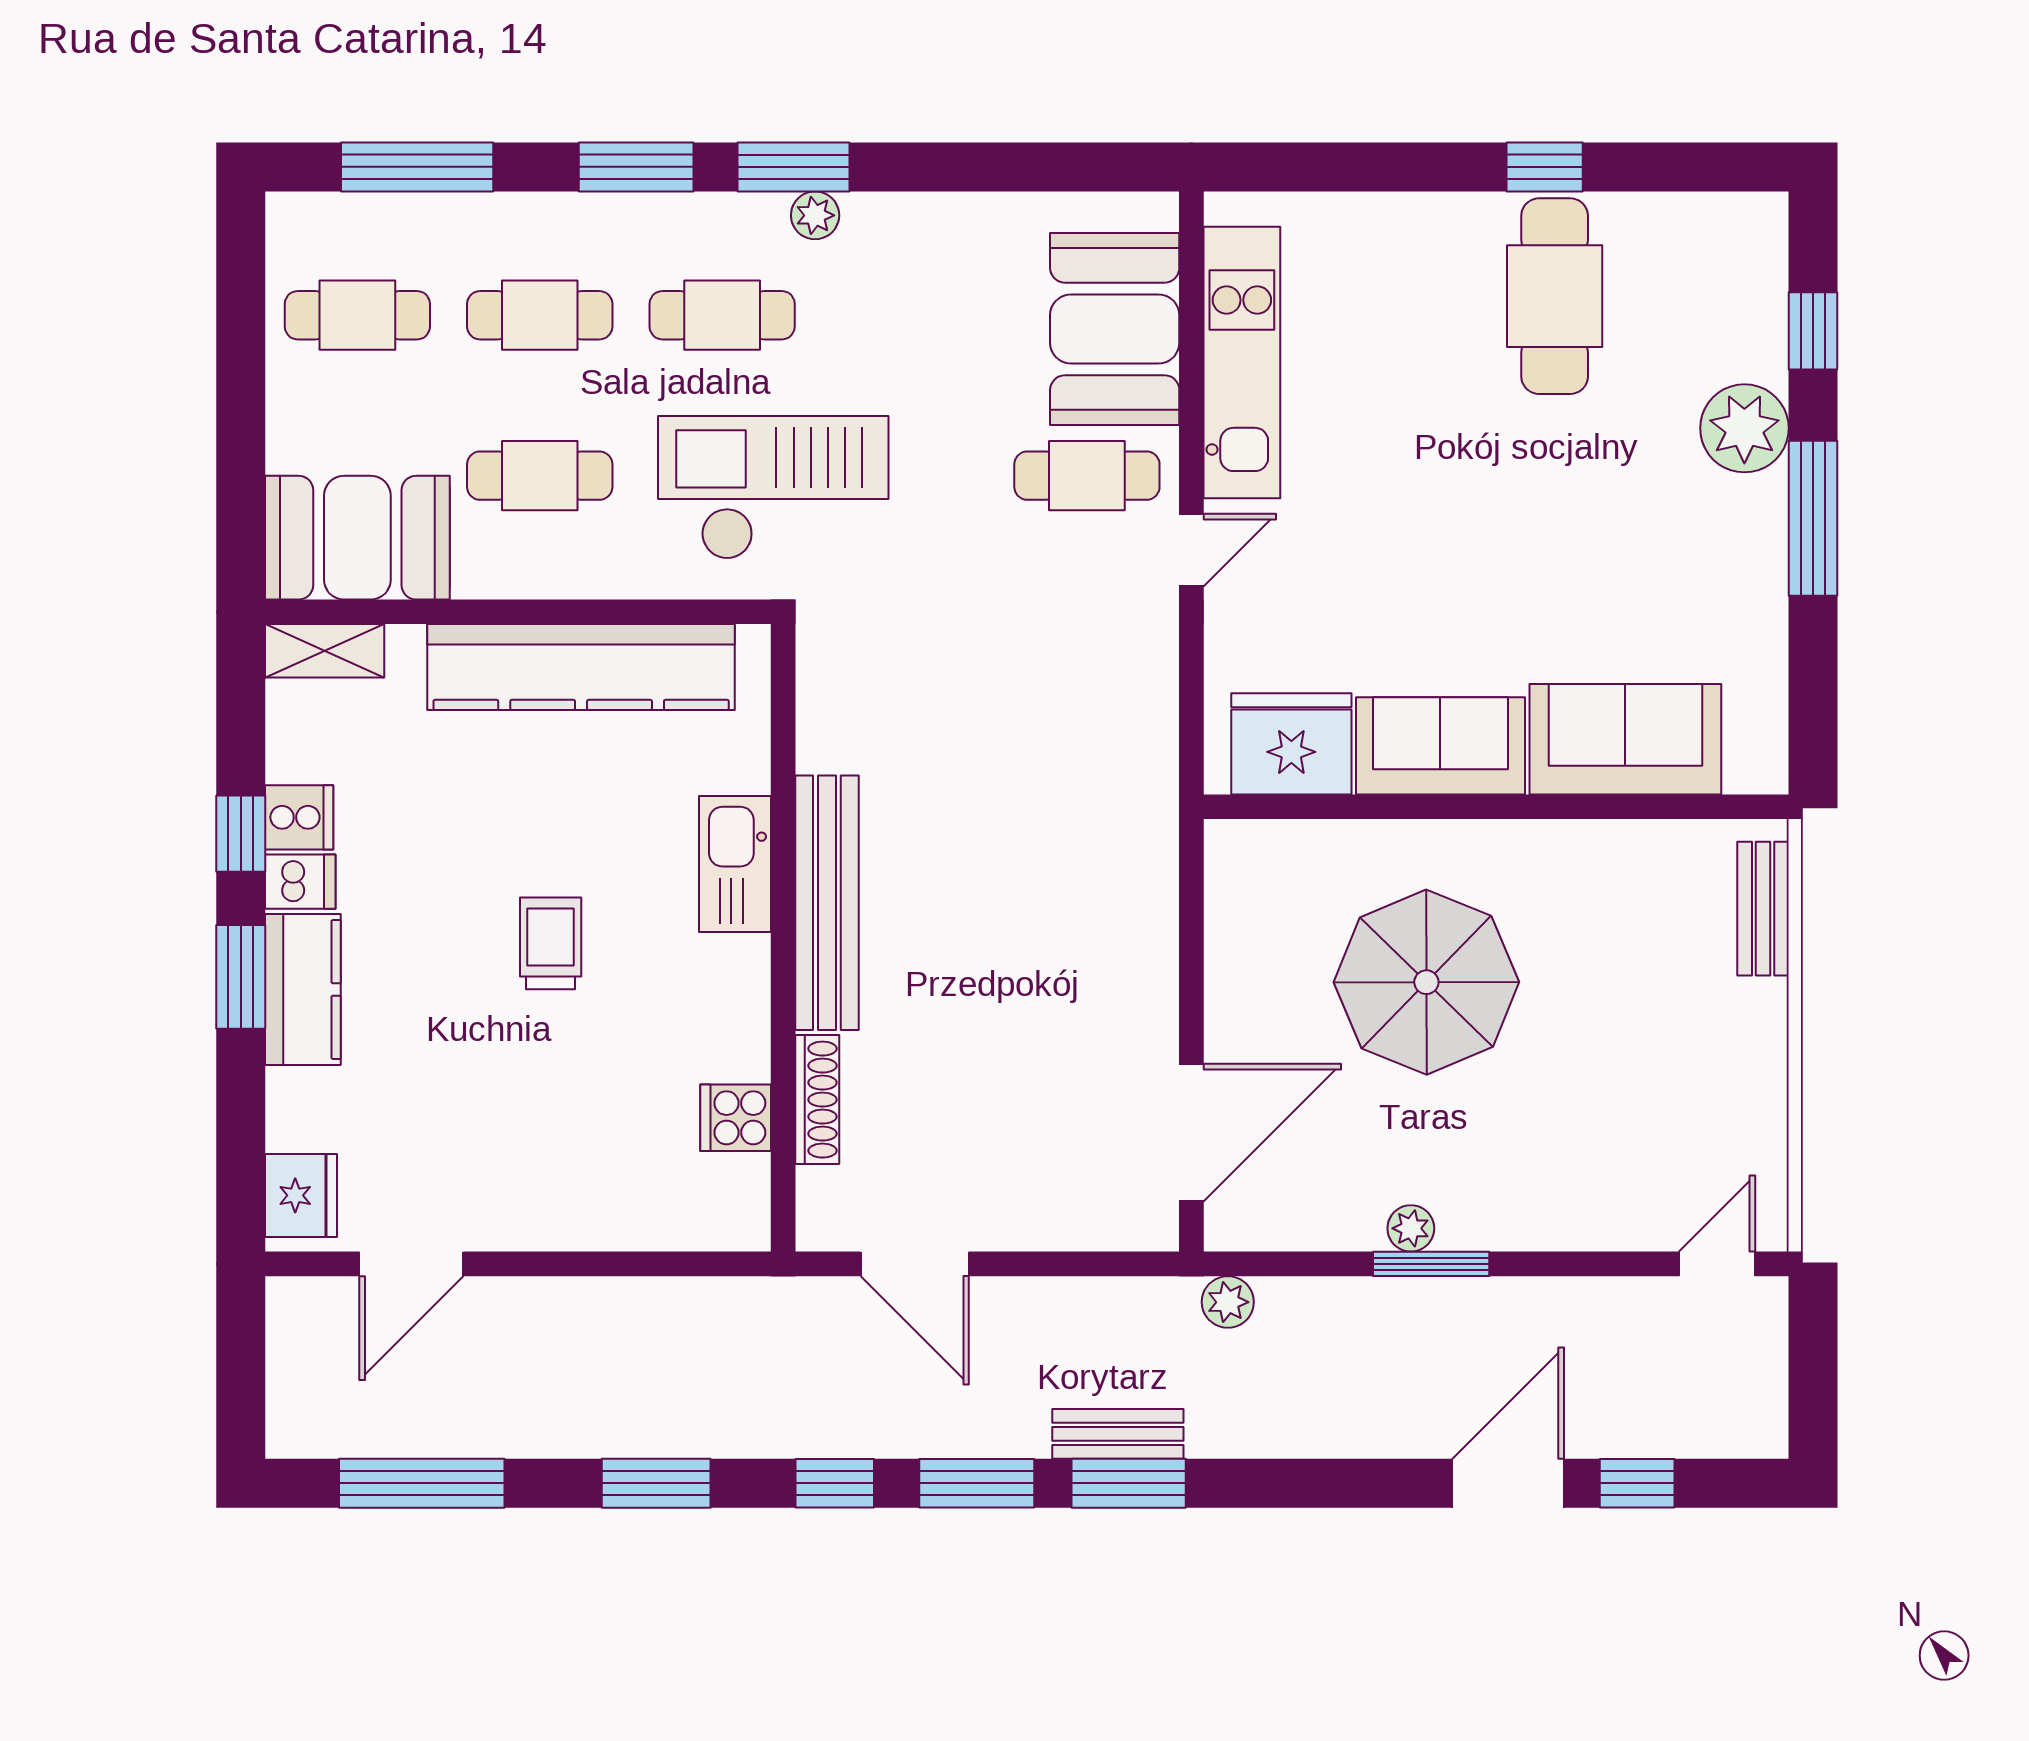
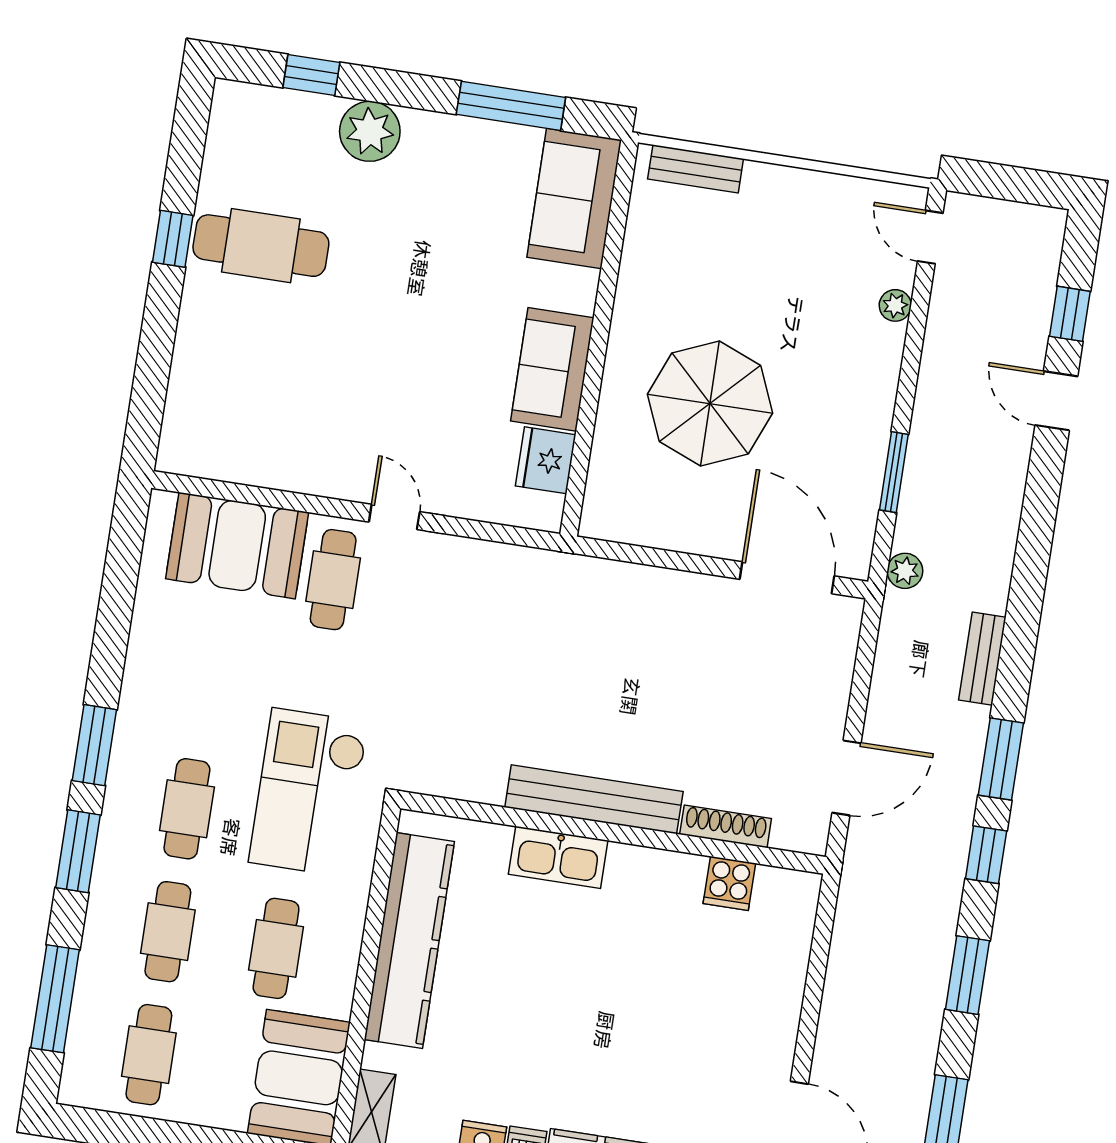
plant: (815, 215) -> (129, 736), removed
kitchen unit: (1242, 363) -> (273, 463), removed
window: (1813, 518) -> (511, 106), moved
sofa: (1625, 739) -> (574, 199), moved
fridge: (1291, 744) -> (546, 460), width x0.73, depth x0.75
trolley: (551, 943) -> (592, 990), removed
plant: (1411, 1228) -> (895, 305), moved
window: (1431, 1264) -> (894, 472), moved
window: (1129, 1483) -> (1017, 657), removed
door: (1508, 1483) -> (1056, 401), width x0.73

